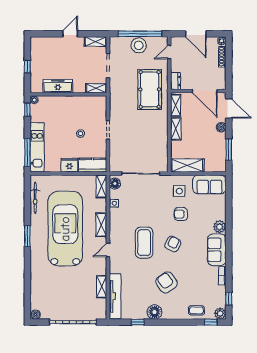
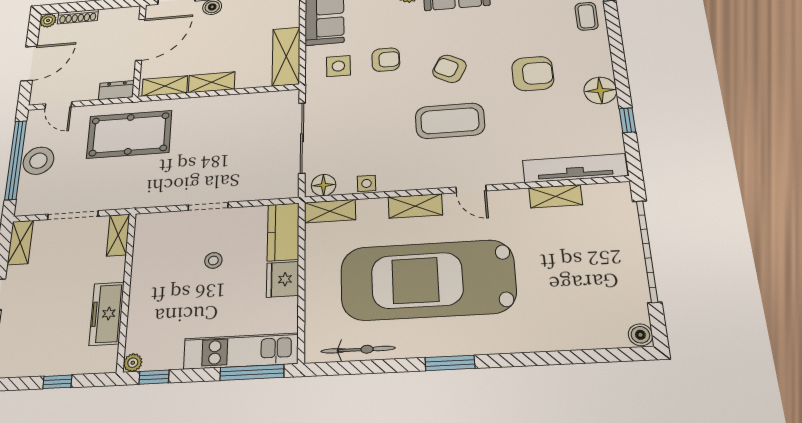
armchair: (181, 214) -> (386, 60), turned -90
armchair: (166, 282) -> (533, 74), turned -145

